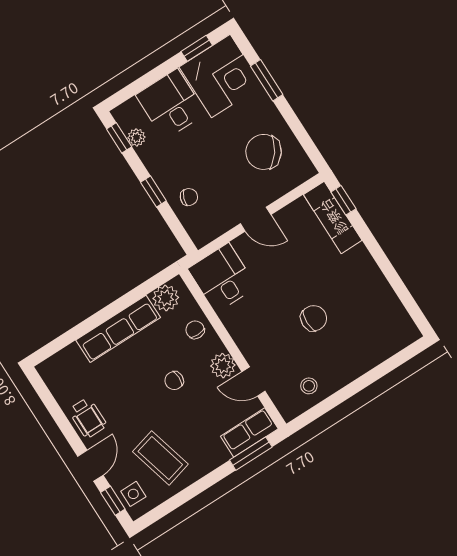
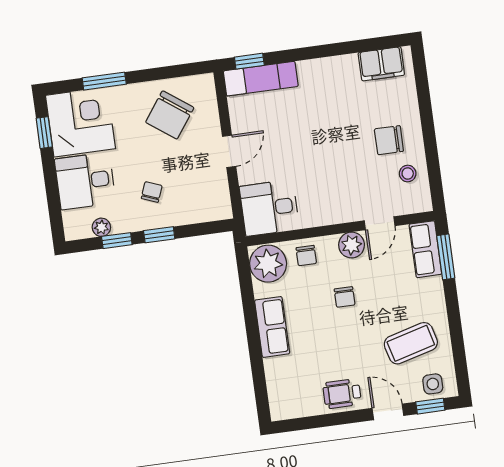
window: (119, 138) -> (117, 241), moved
chair: (189, 197) -> (152, 192), moved
plant: (166, 298) -> (268, 264), width x1.36, depth x1.36
chair: (314, 318) -> (389, 140), moved, turned -90
filing cabinet: (395, 318) -> (381, 64), added
row of seats: (118, 329) -> (272, 327), width x0.68
chair: (195, 330) -> (306, 255), turned -90
wheelchair: (88, 418) -> (342, 394), turned 180

